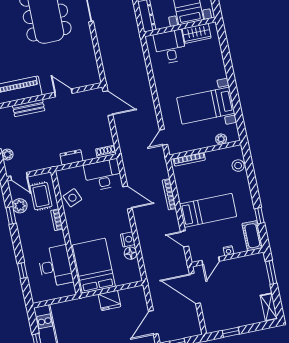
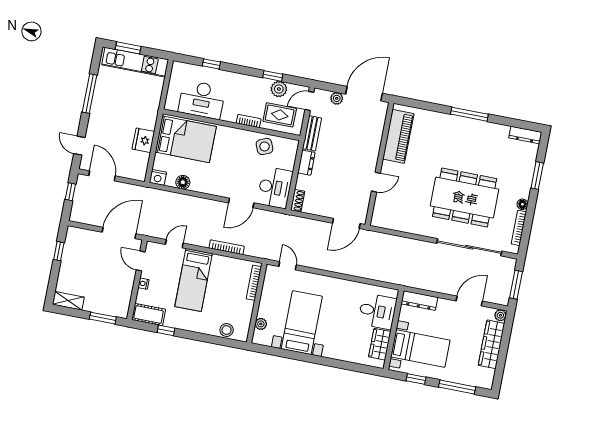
bench: (29, 108) -> (312, 133), moved
nightstand: (128, 239) -> (158, 177), moved

